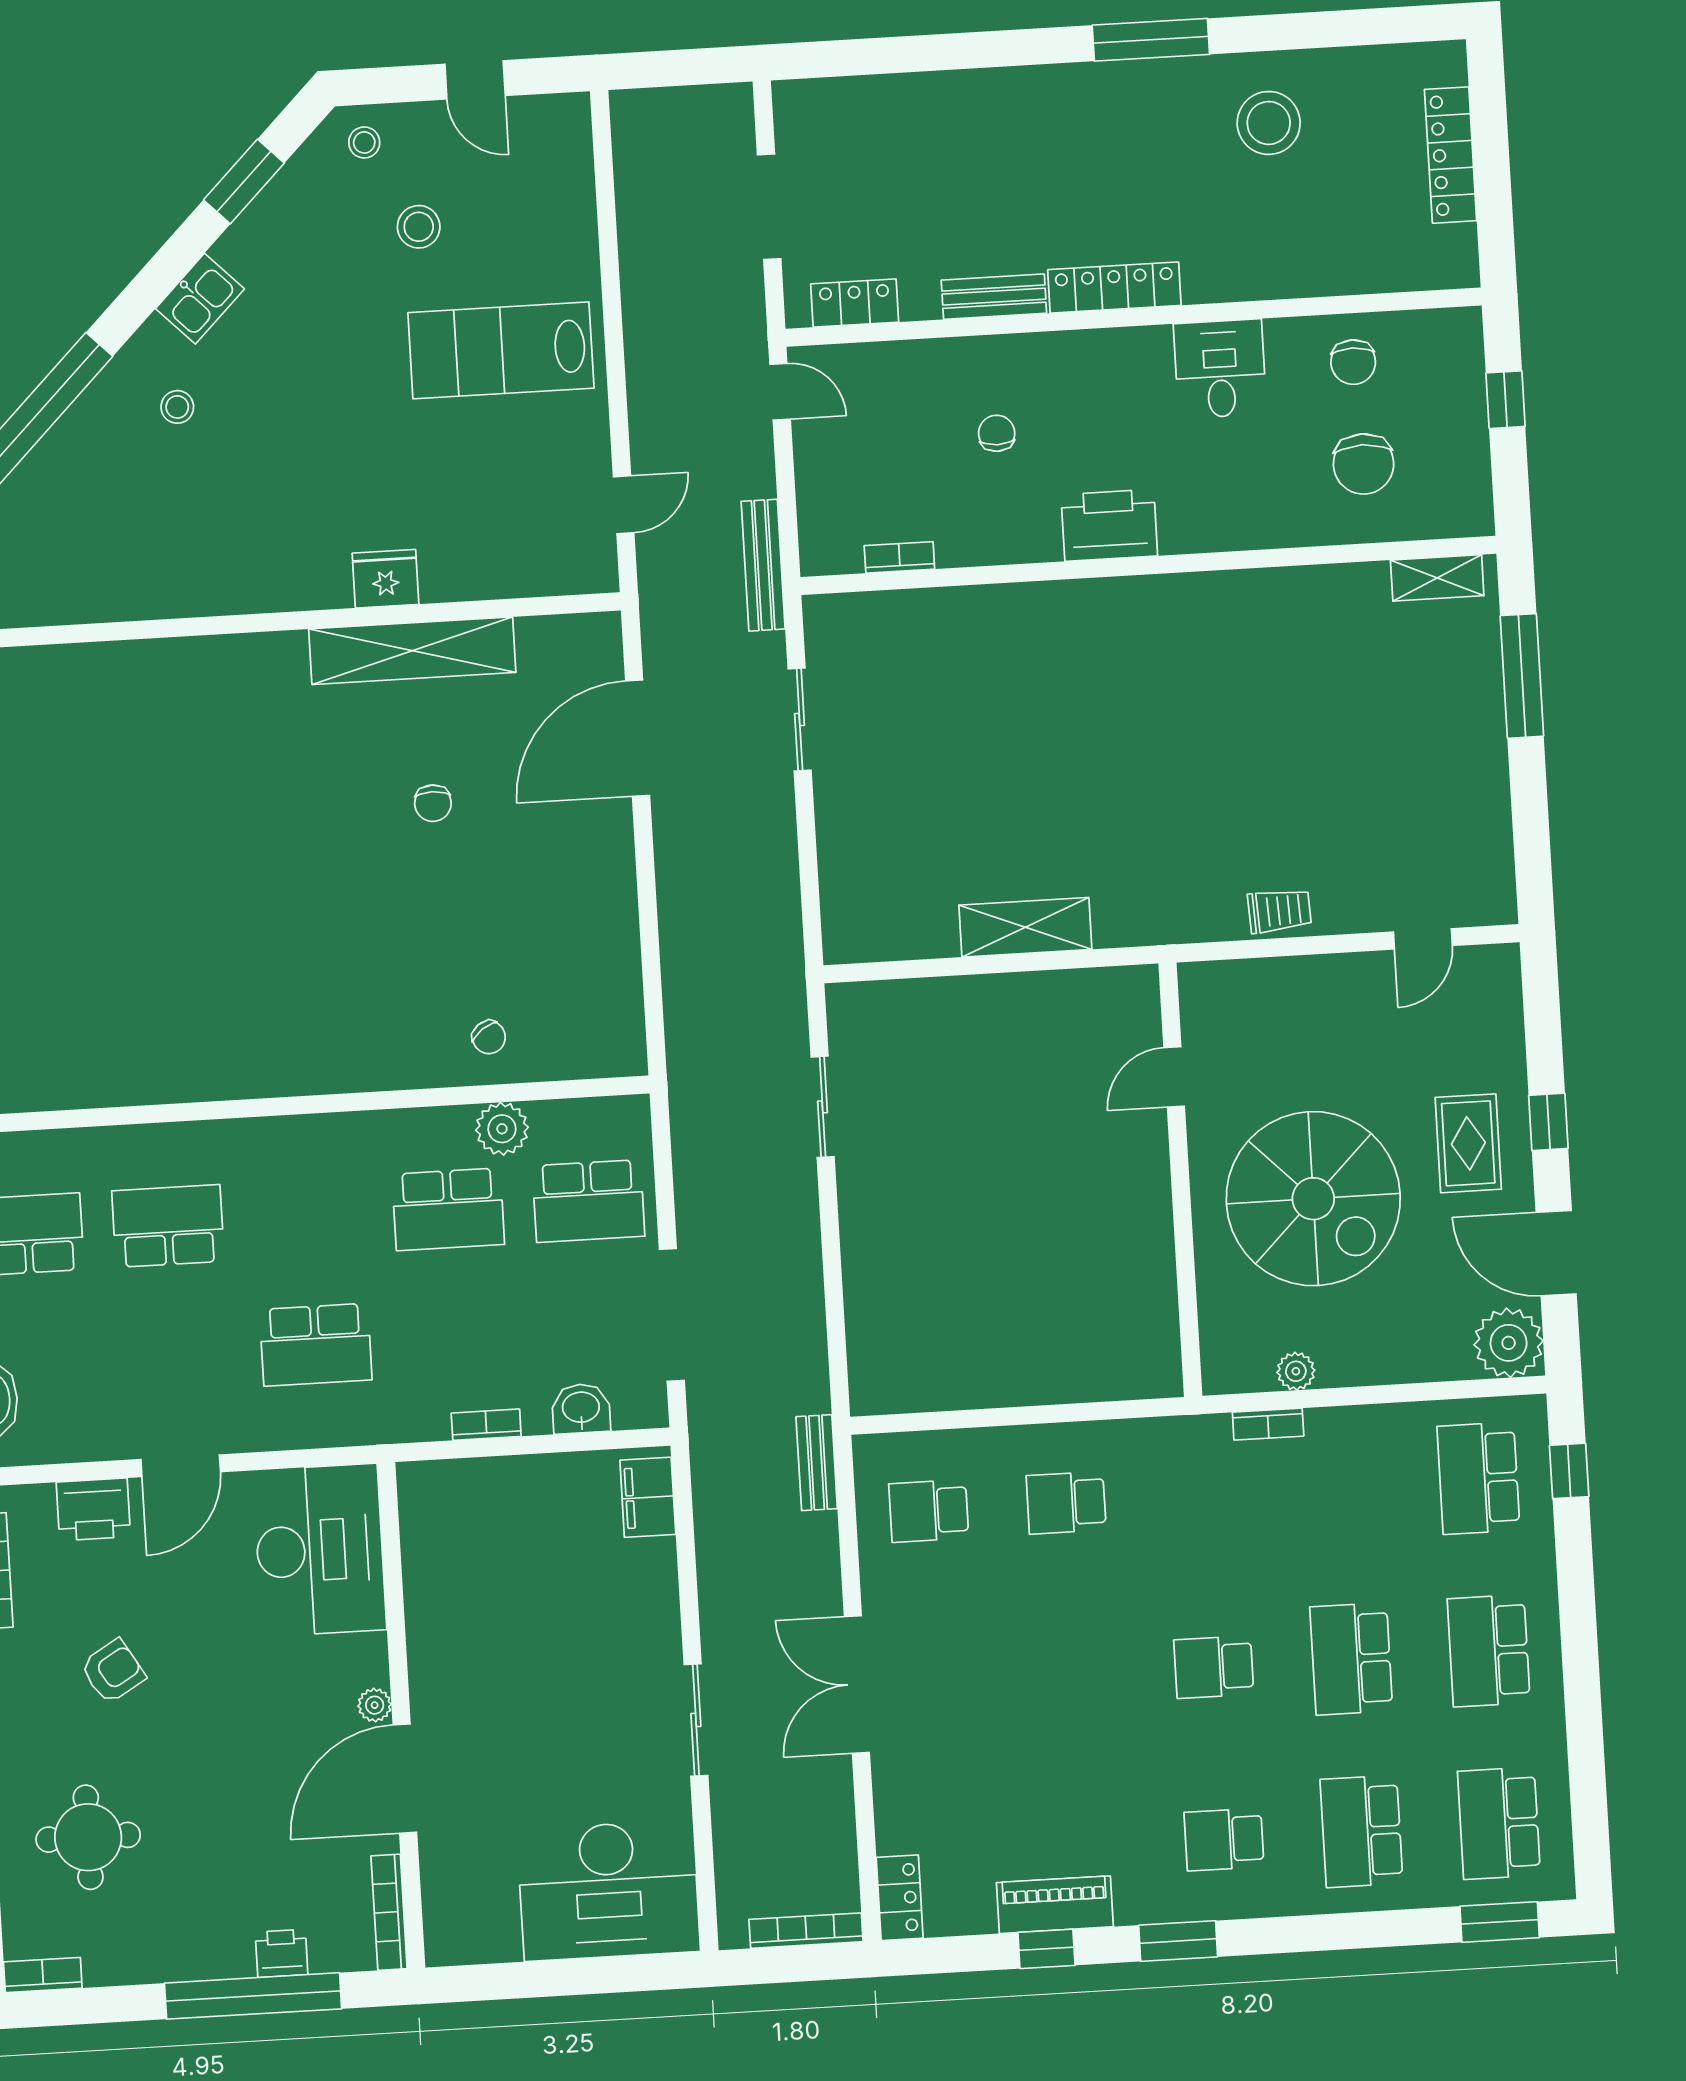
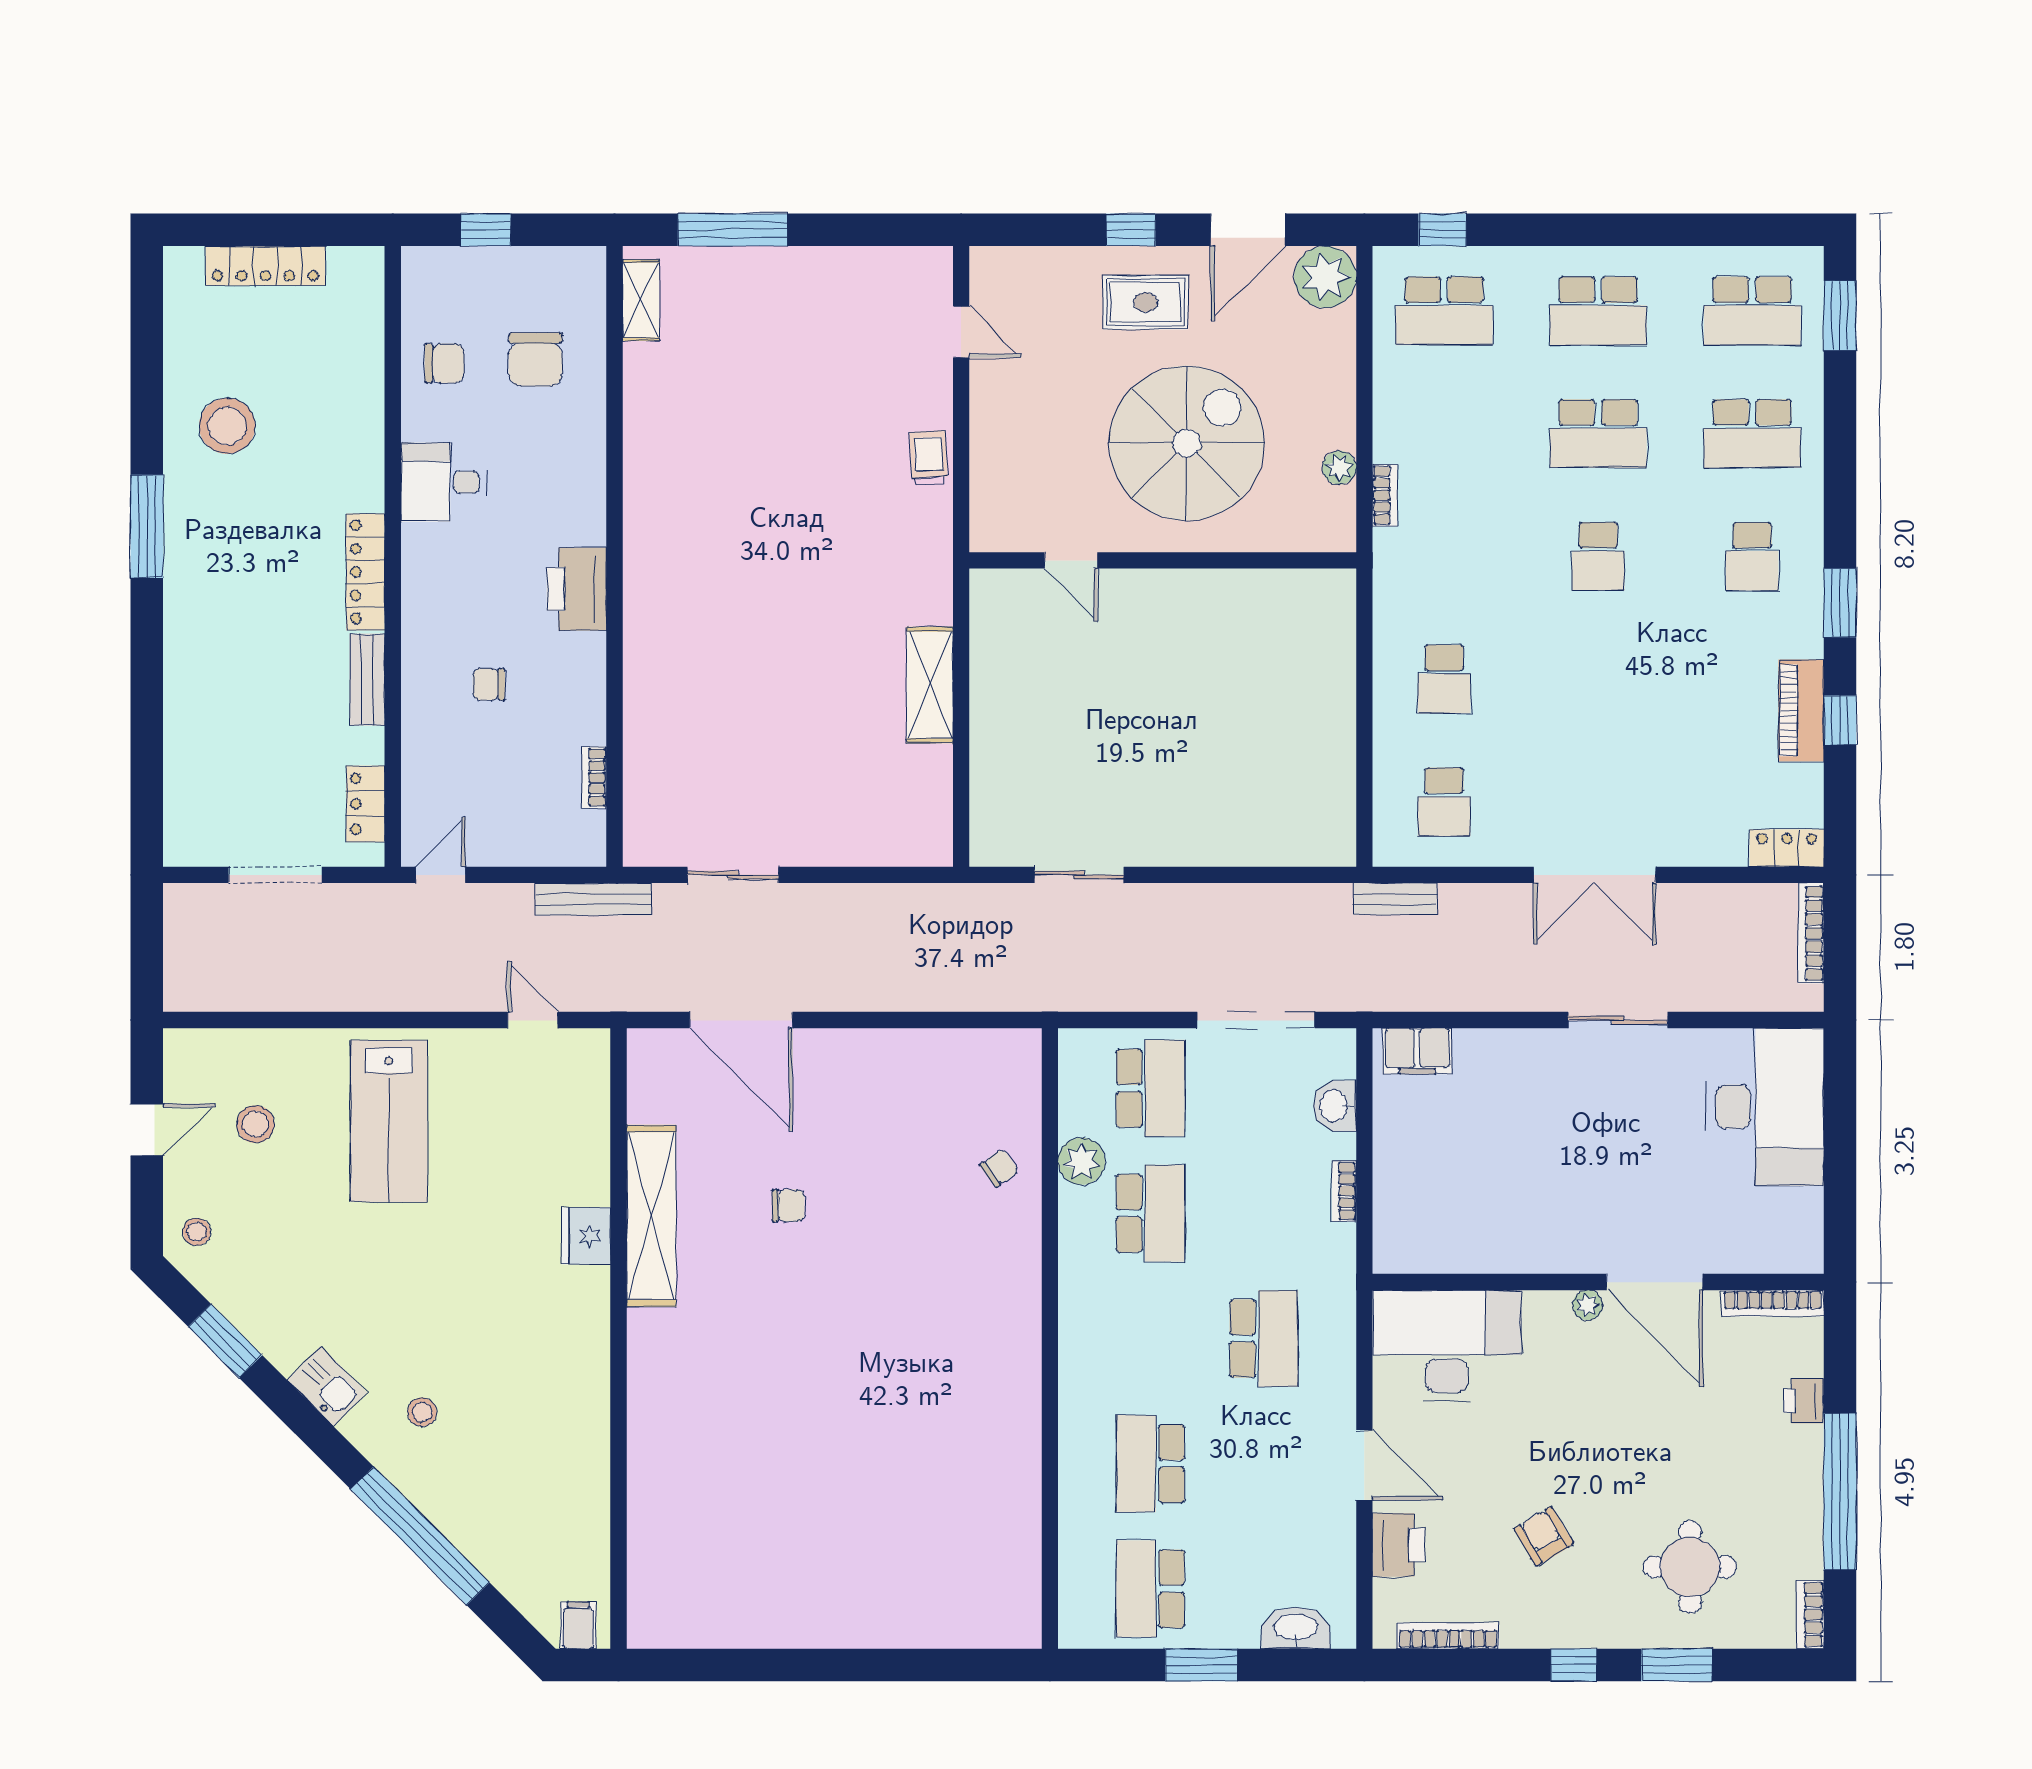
stool: (419, 227) -> (255, 1124), moved
chair: (1364, 464) -> (536, 360), turned 90
window: (253, 1996) -> (1840, 1492), moved

